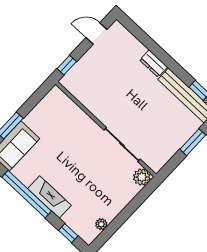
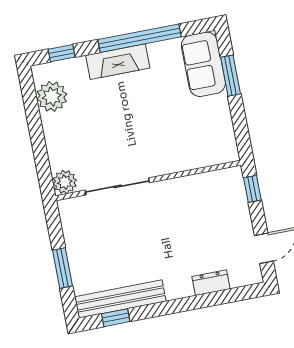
dresser: (154, 64) -> (211, 283), moved
plant: (101, 224) -> (52, 97), width x1.88, depth x1.88

